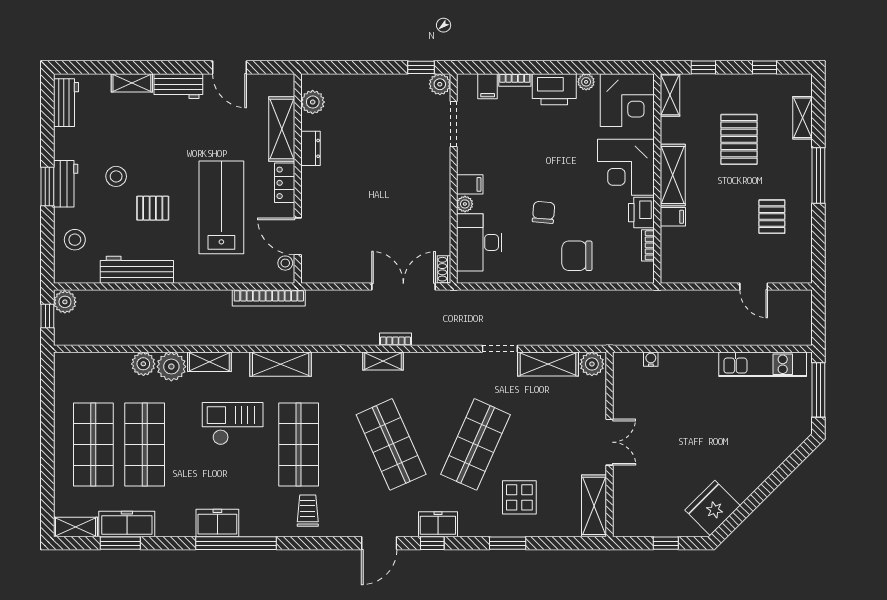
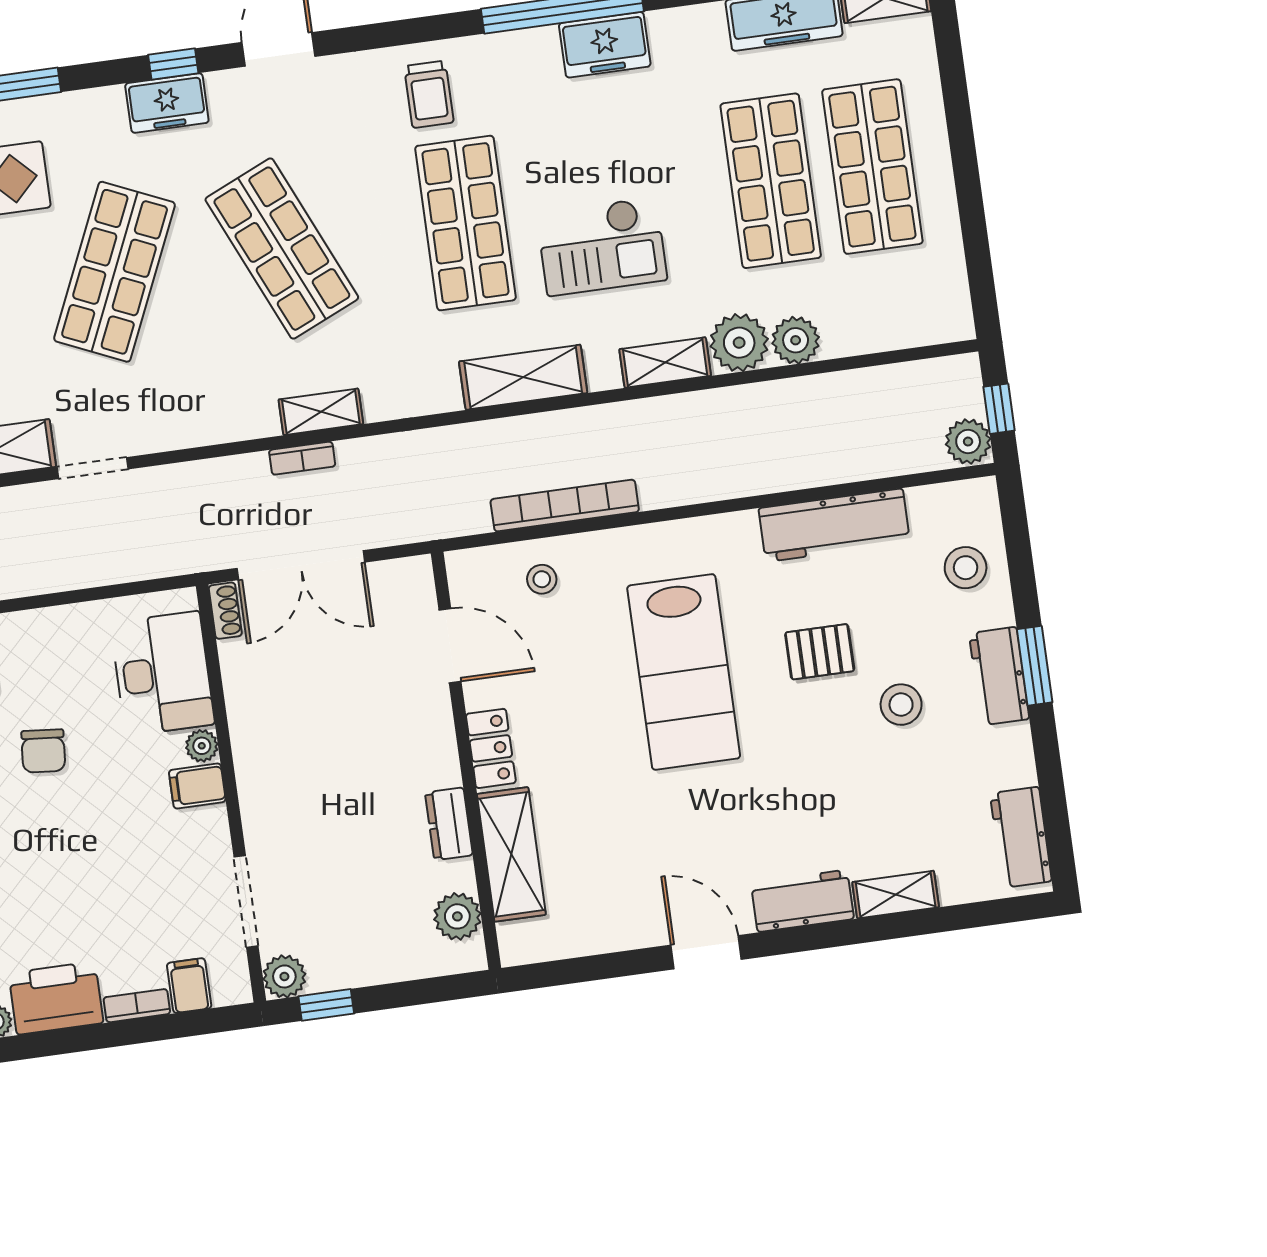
plant: (313, 102) -> (457, 916), moved
shelving: (282, 129) -> (511, 854), moved
dresser: (311, 148) -> (449, 824), moved
wall: (298, 178) -> (466, 761), moved
locker: (285, 183) -> (491, 748), moved
door: (298, 236) -> (450, 646), moved

